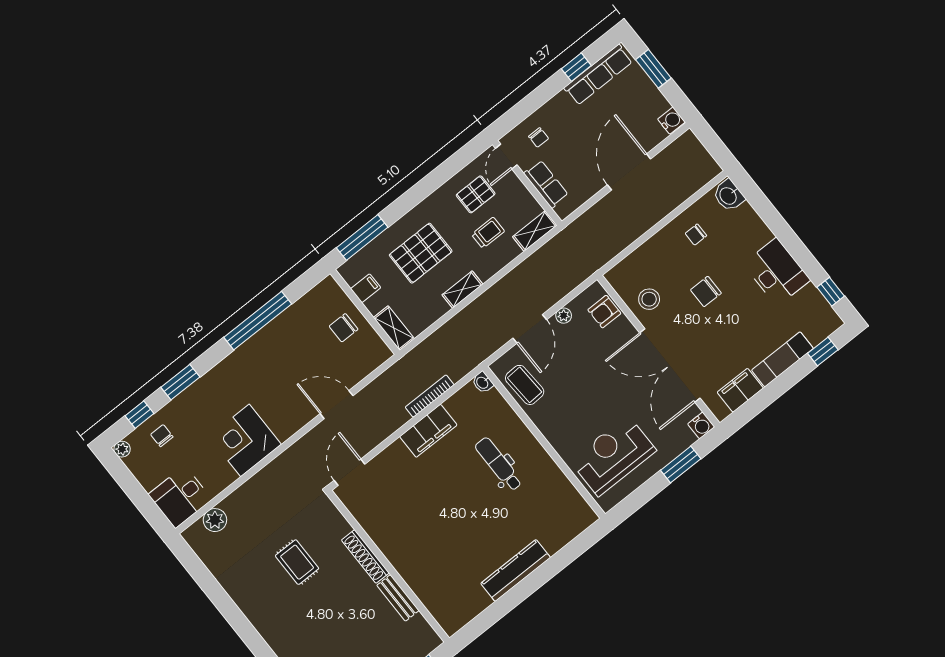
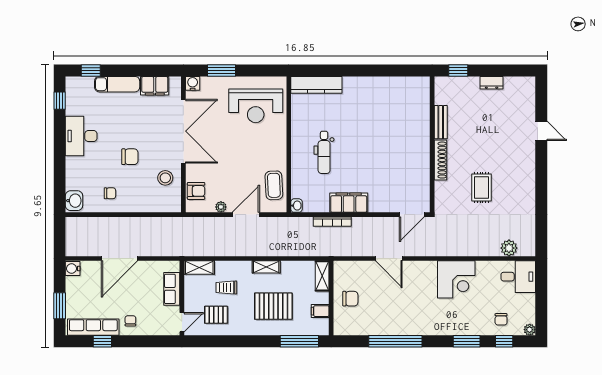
chair: (539, 137) -> (130, 321), moved
kitchen counter: (516, 570) -> (316, 85), moved

